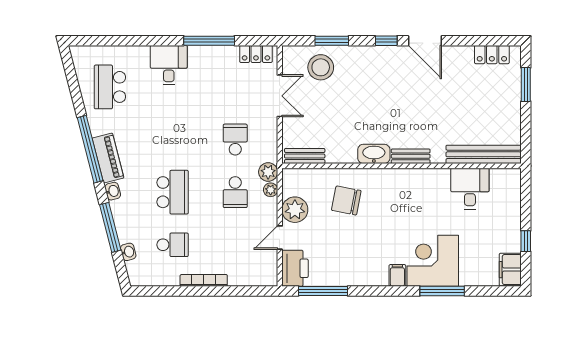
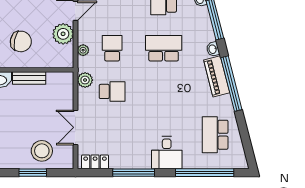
window: (123, 41) -> (205, 173), added
school desk: (110, 87) -> (215, 135), turned 180
school desk: (235, 140) -> (112, 91), turned -90
bench: (305, 156) -> (29, 78), moved
plant: (268, 172) -> (85, 80), moved
school desk: (173, 192) -> (164, 48), turned 90

